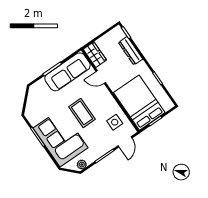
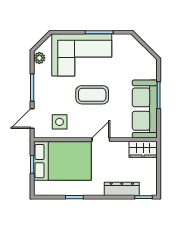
door: (101, 77) -> (101, 140), moved
door: (125, 142) -> (32, 119), hinge flipped

